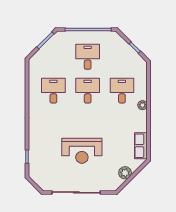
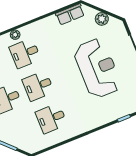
plant: (142, 105) -> (15, 35), moved
reception desk: (82, 151) -> (97, 68), width x1.36, depth x1.30

